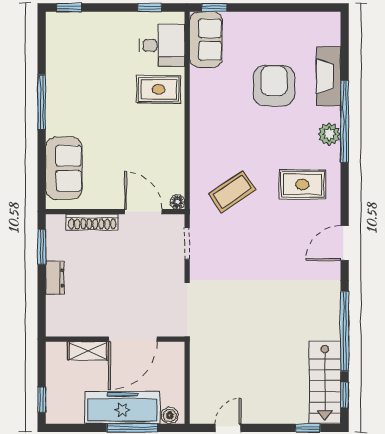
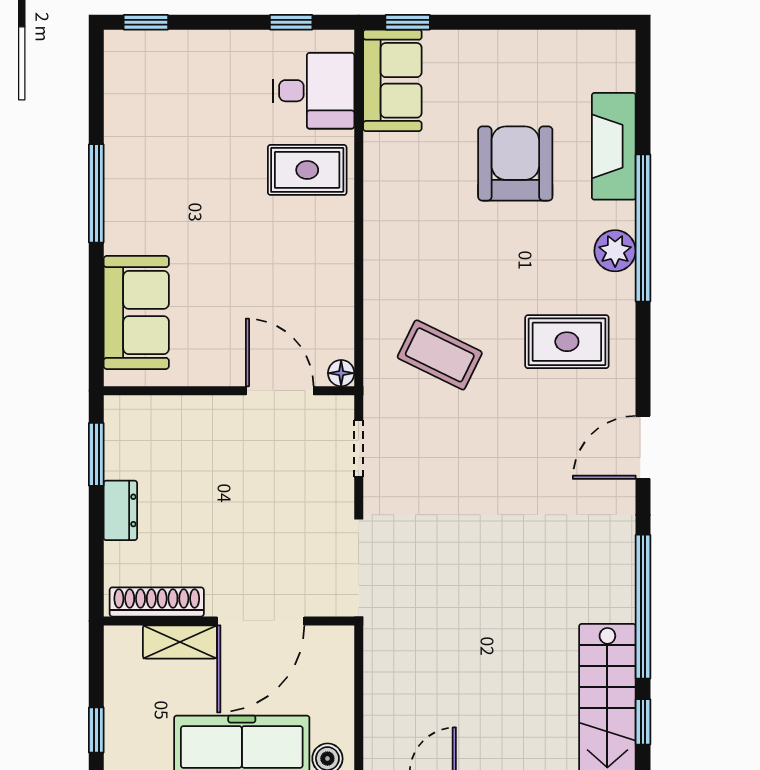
coffee table: (232, 192) -> (440, 355), turned 60
shoe rack: (92, 222) -> (157, 602), moved, turned 180

